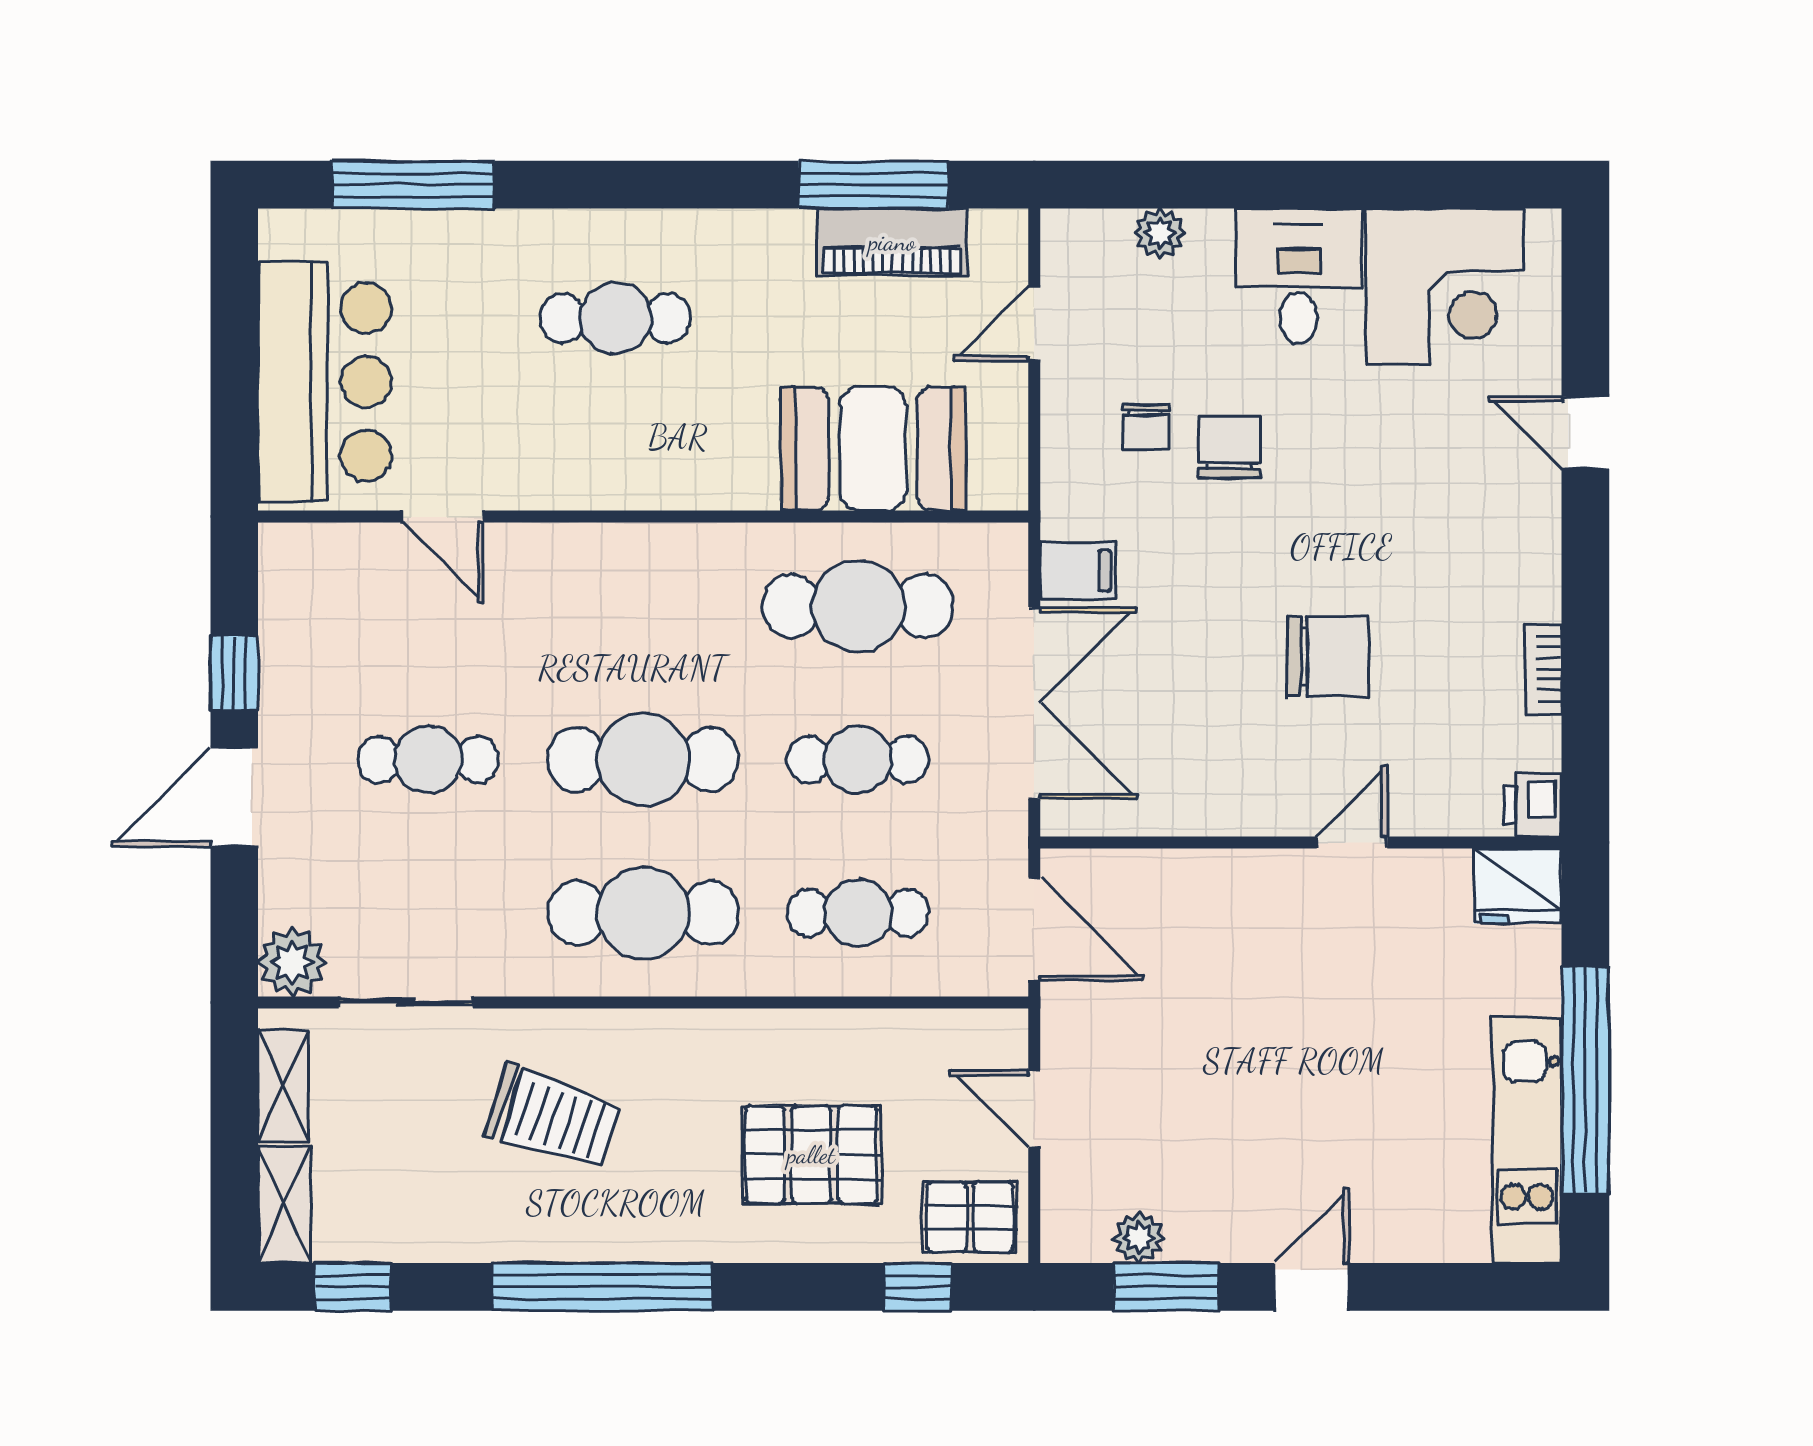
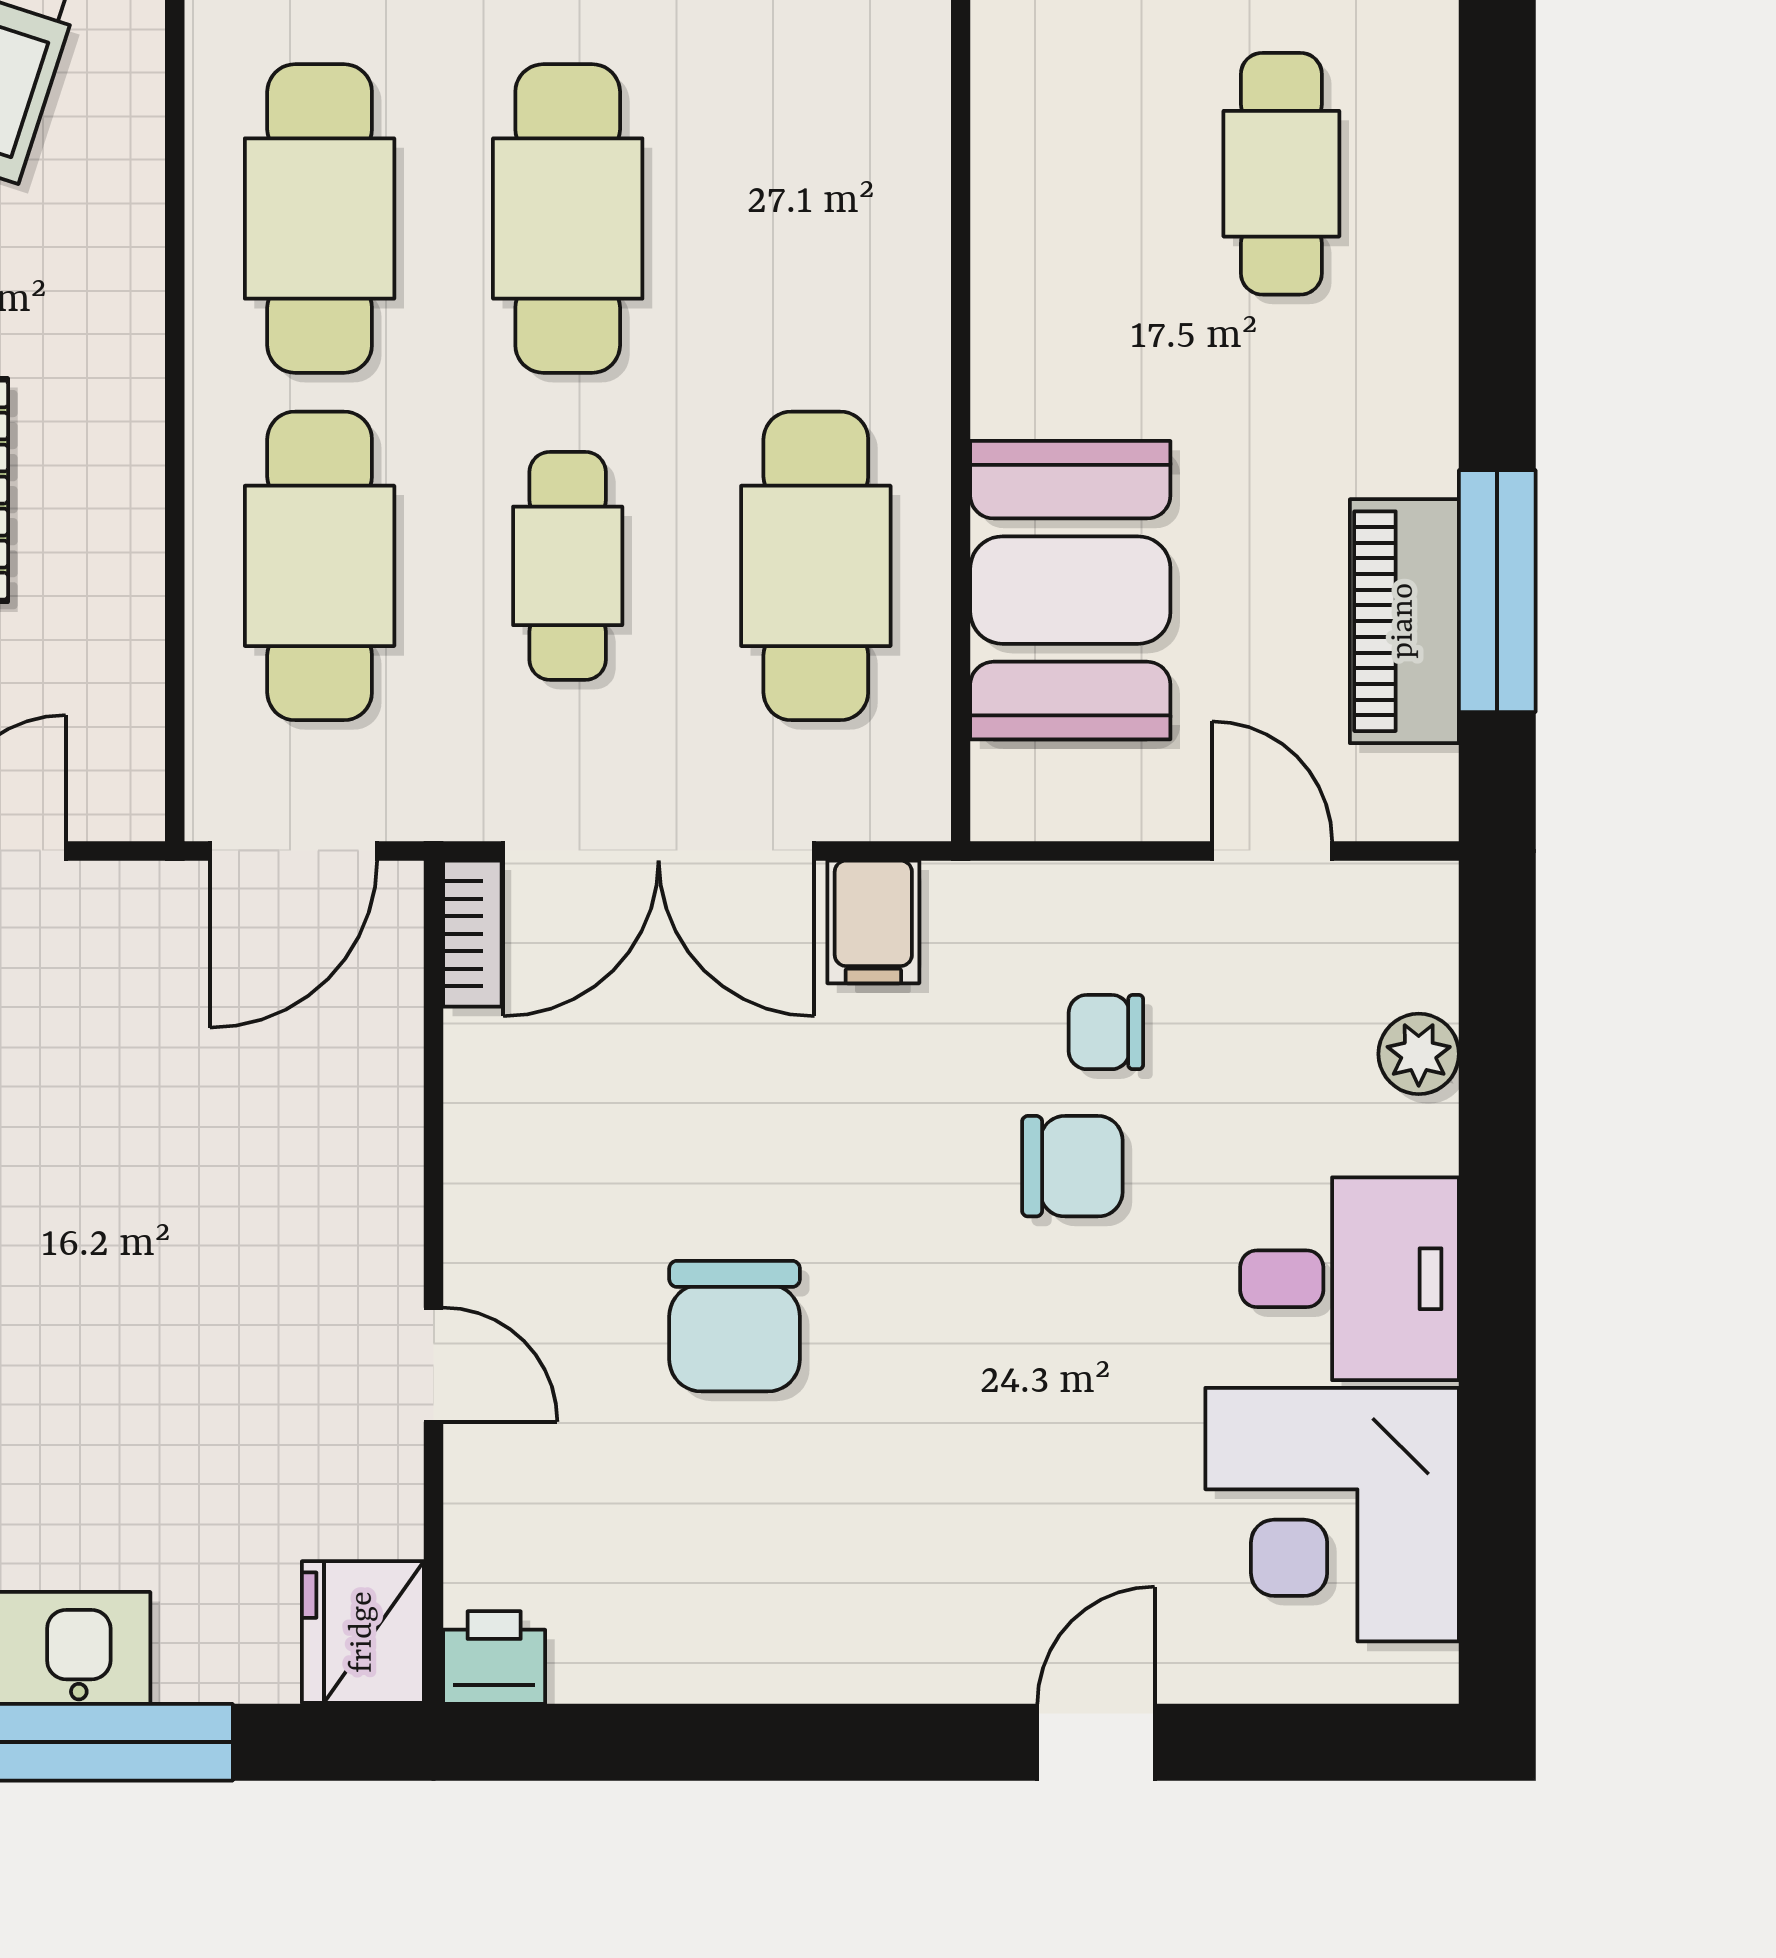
bookcase: (1544, 669) -> (472, 934), moved, turned 90
cafe table: (858, 913) -> (320, 566), width x1.37, depth x1.35

